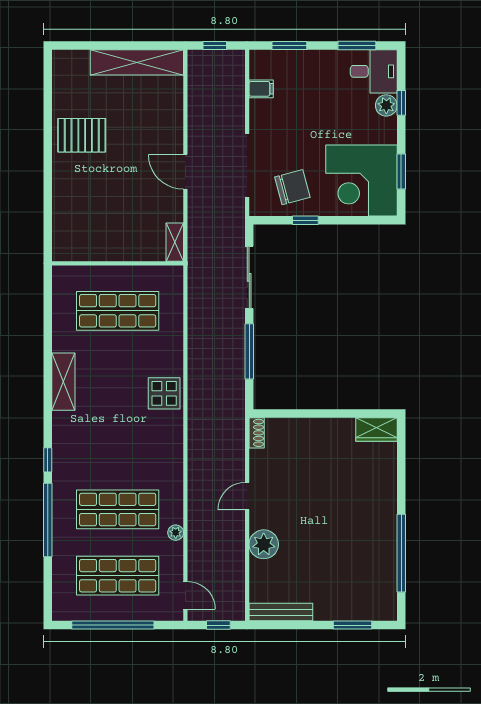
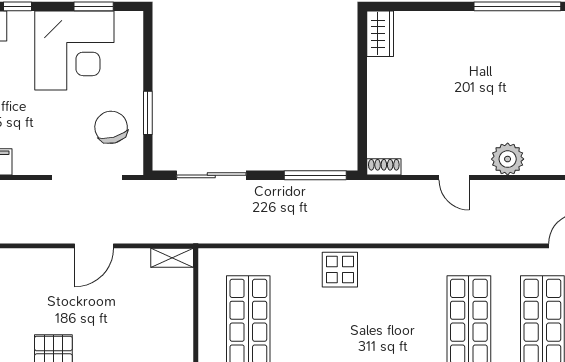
plant: (386, 105) -> (20, 23), removed
corner desk: (362, 181) -> (74, 50), moved
window: (305, 220) -> (148, 113), width x1.50
window: (249, 351) -> (315, 175), moved
plant: (176, 533) -> (495, 257), removed

